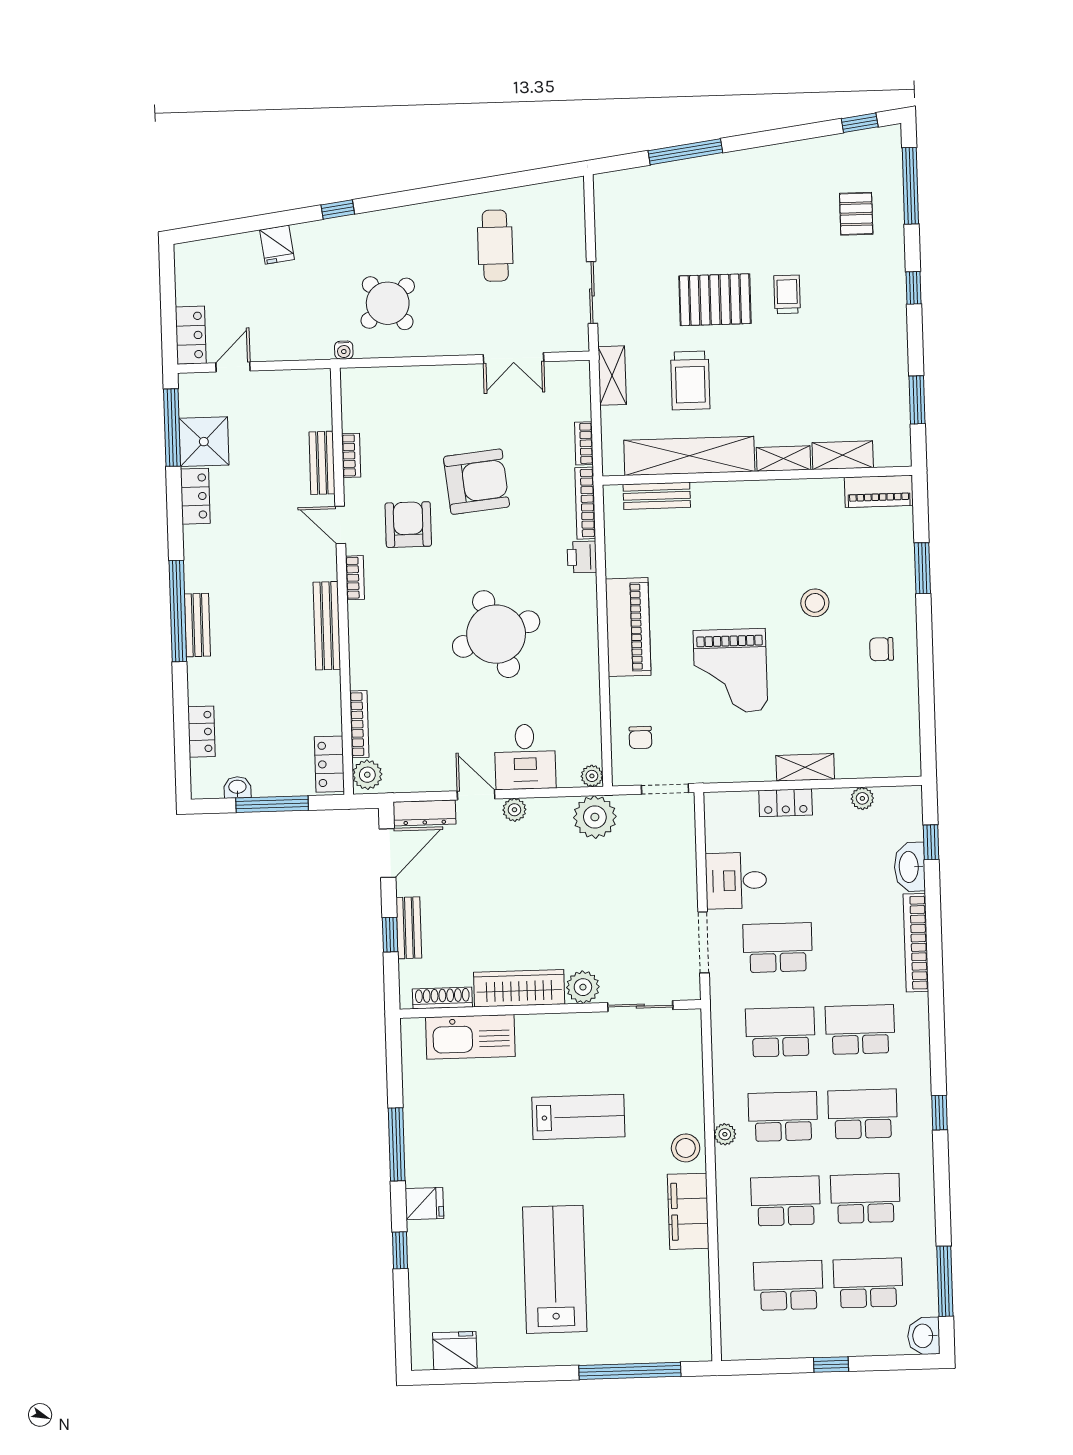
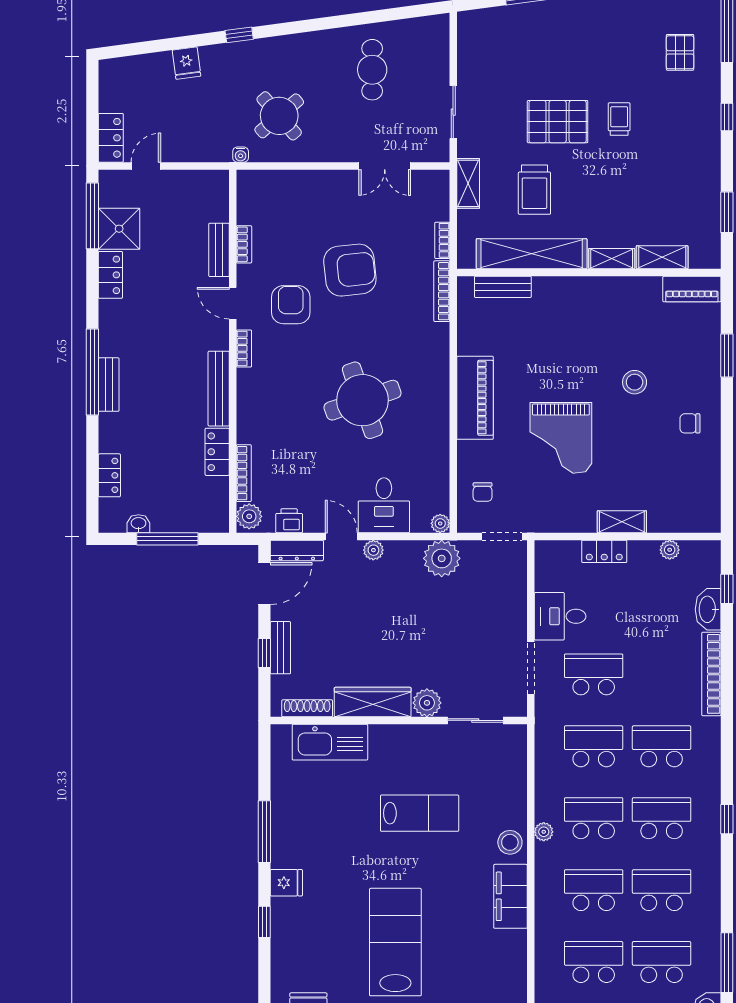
printer: (582, 557) -> (289, 521), moved, turned 90
locker: (329, 764) -> (217, 452), moved

